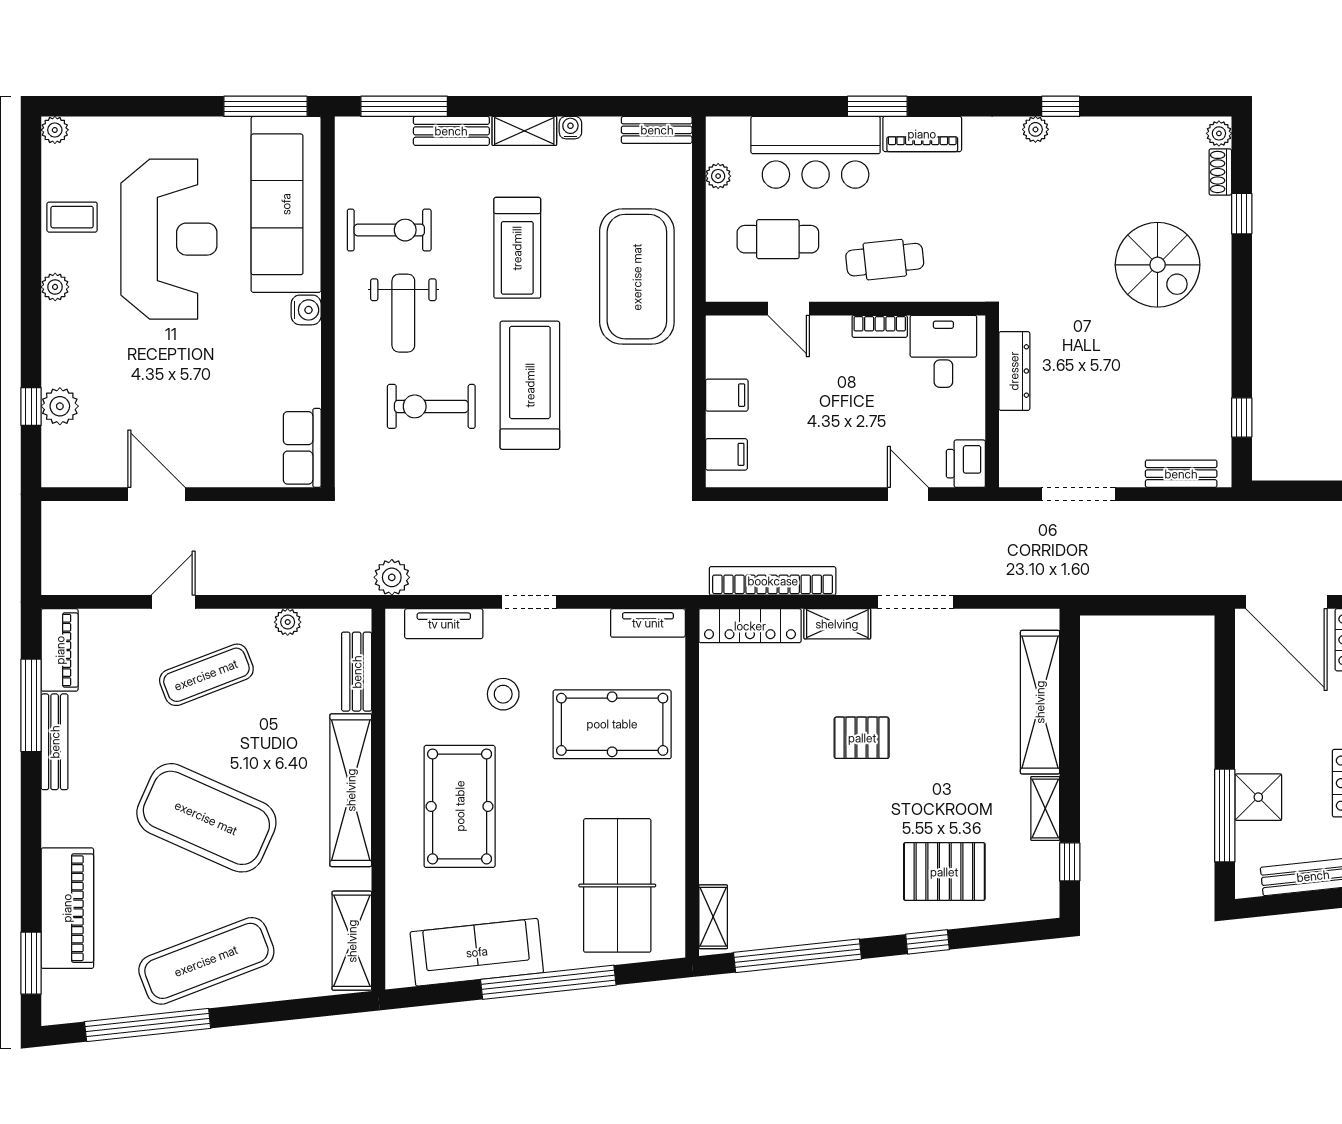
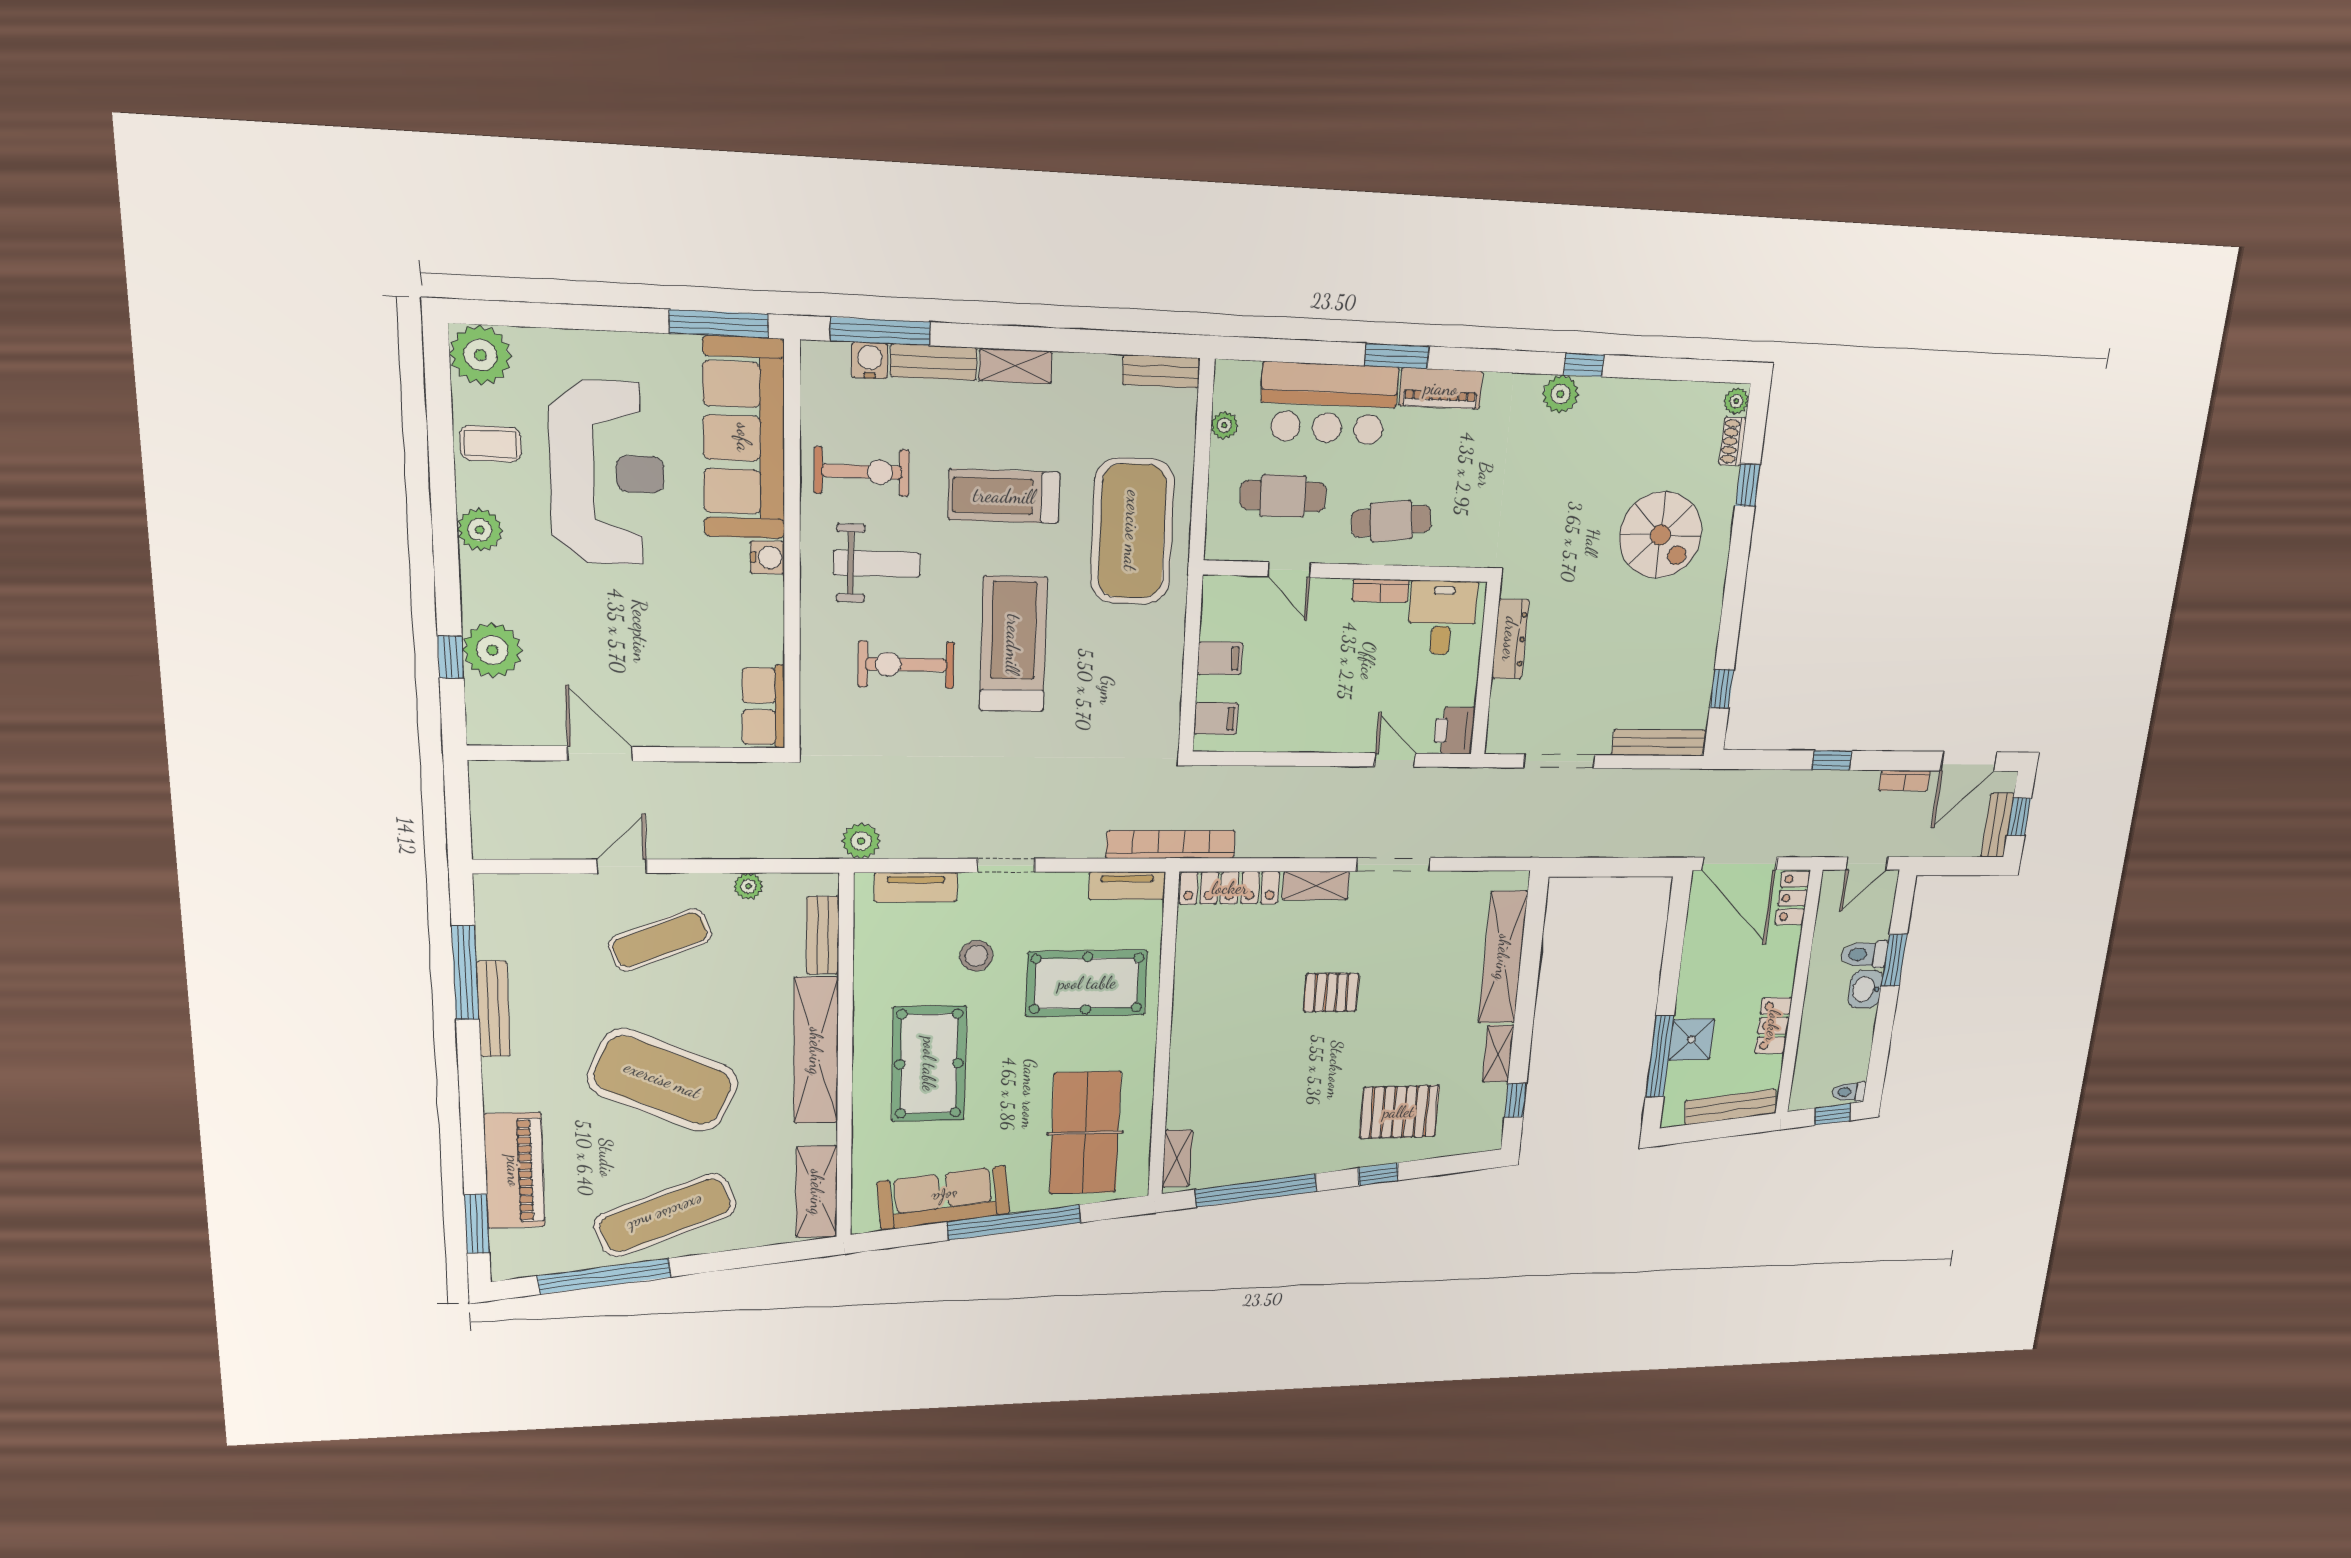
water cooler: (570, 128) -> (870, 361), moved, width x1.38, depth x1.38
plant: (1035, 129) -> (1560, 394), width x1.38, depth x1.38
plant: (55, 130) -> (480, 355), width x1.88, depth x1.88
treadmill: (517, 248) -> (1004, 496), turned 90
plant: (55, 287) -> (480, 530), width x1.38, depth x1.38
weight bench: (403, 313) -> (877, 564), turned -90
plant: (60, 406) -> (492, 650), width x1.36, depth x1.36
bench: (1181, 474) -> (1659, 742), width x1.36
bookcase: (773, 581) -> (1171, 844), moved
piano: (60, 650) -> (495, 916), removed

